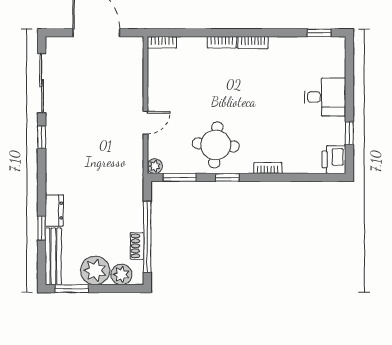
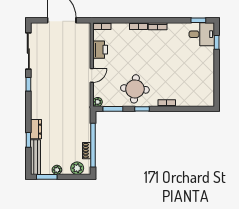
desk: (325, 97) -> (202, 34), moved
window: (349, 133) -> (217, 42), moved
printer: (334, 160) -> (100, 50), moved, turned 180
plant: (95, 270) -> (57, 170), width x0.53, depth x0.53

